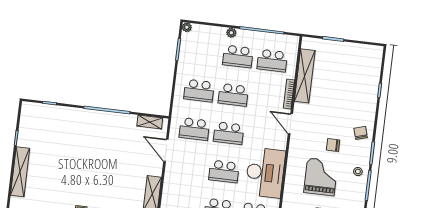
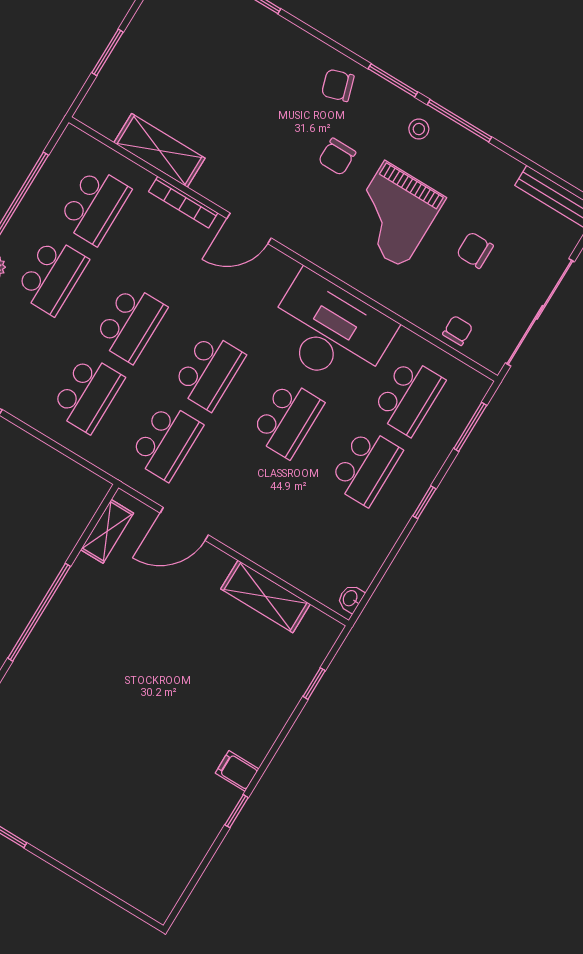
shelving: (305, 76) -> (159, 150), width x0.68
shelving: (20, 172) -> (87, 861), removed
grand piano: (321, 177) -> (394, 215), turned -90

